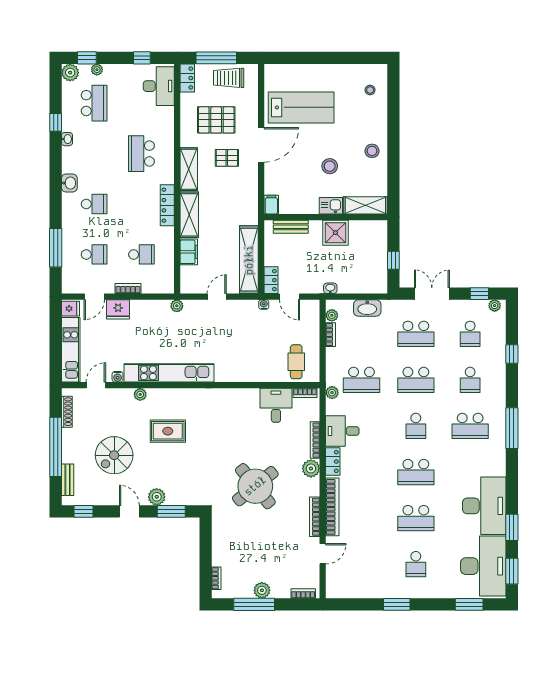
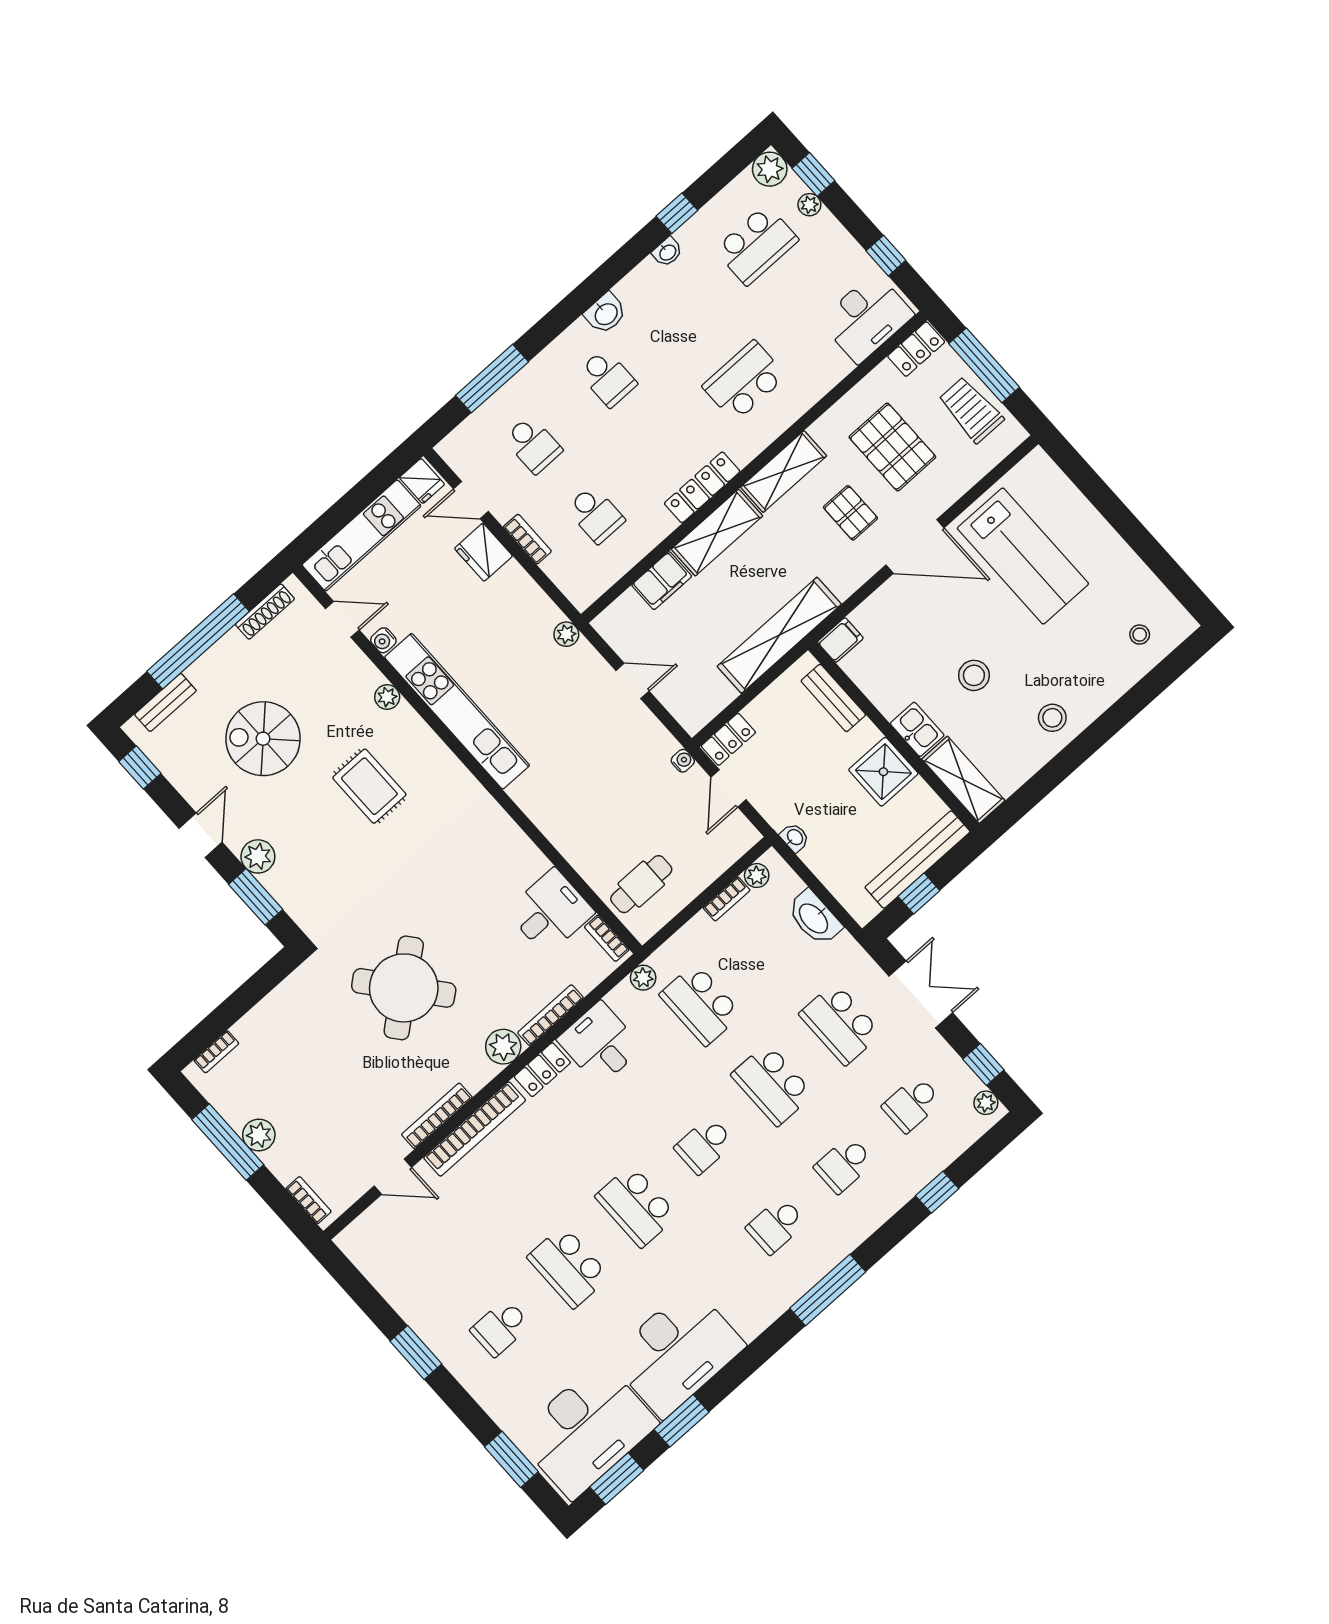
bench: (380, 249) -> (917, 860), added
shelving: (249, 260) -> (779, 635), moved
school desk: (470, 426) -> (776, 1225), width x0.54

